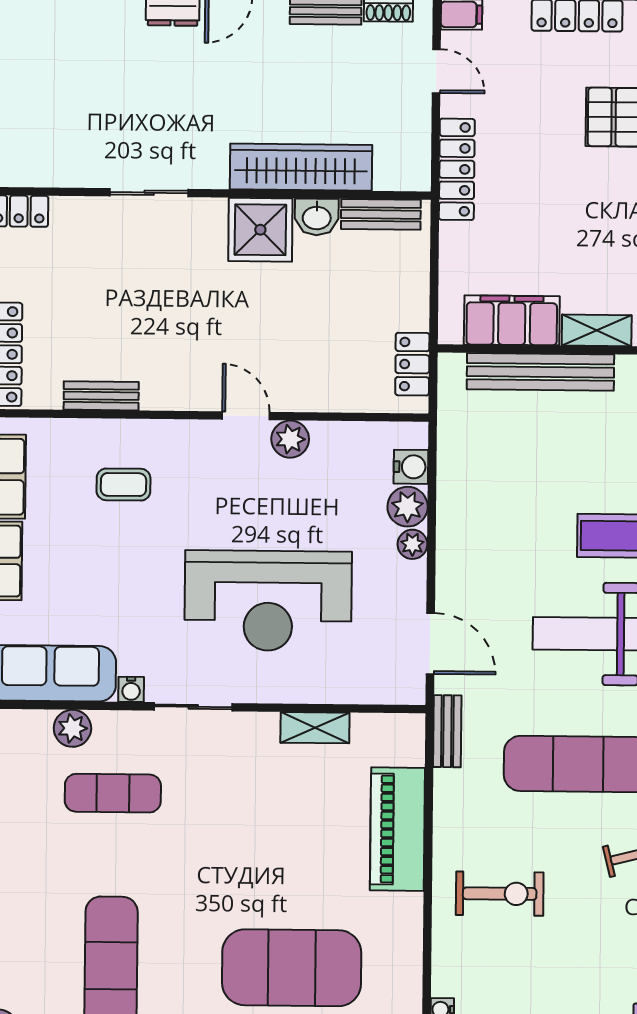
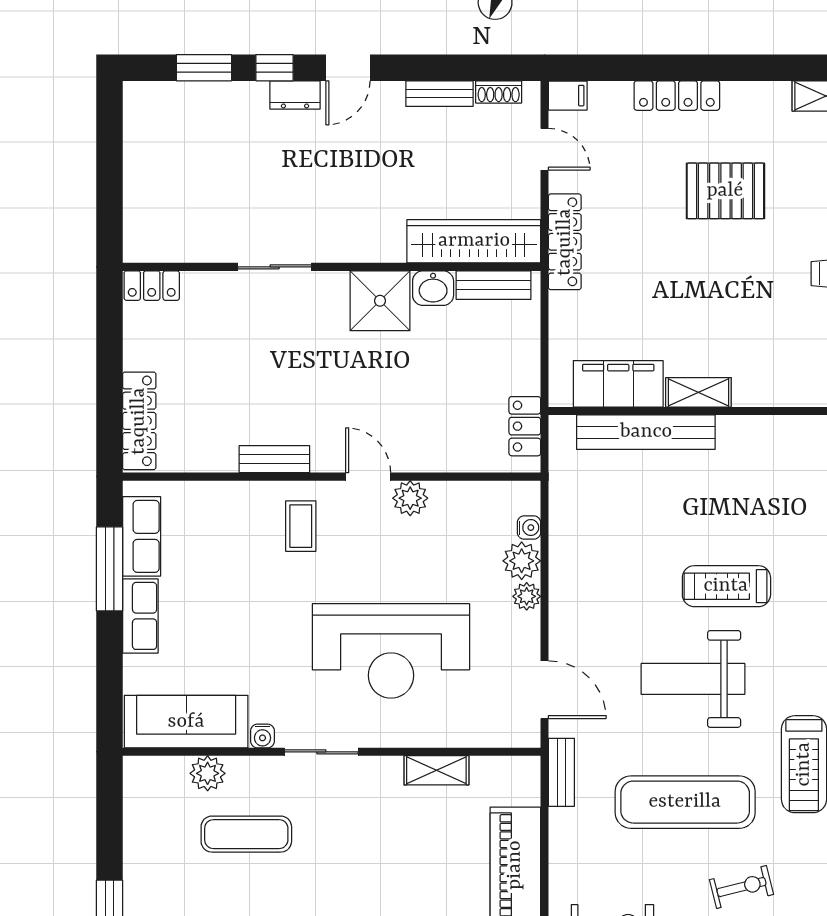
wardrobe: (301, 167) -> (474, 241), moved
bench: (101, 396) -> (274, 459), moved
water cooler: (411, 467) -> (529, 528), width x0.72, depth x0.72
coffee table: (123, 485) -> (301, 526), moved, turned 90

